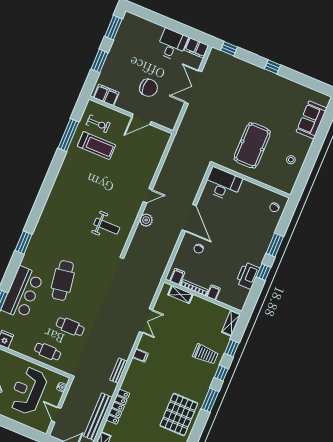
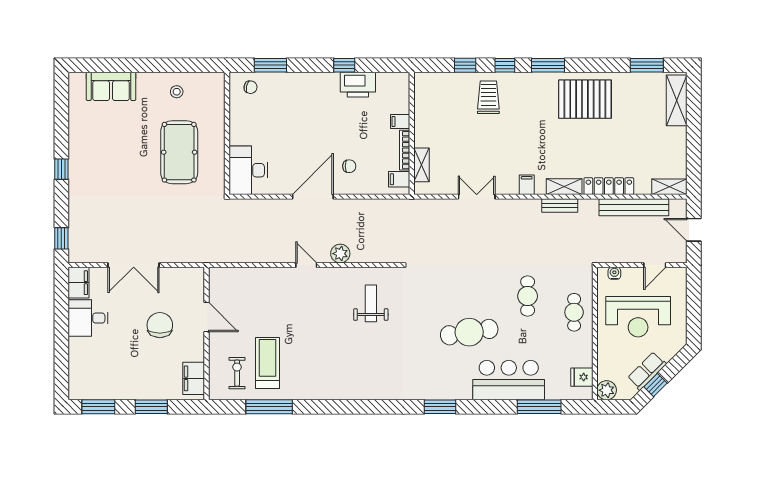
pool table: (252, 145) -> (179, 152), turned 90
window: (275, 245) -> (270, 65), moved
shelving: (231, 323) -> (564, 187), moved

